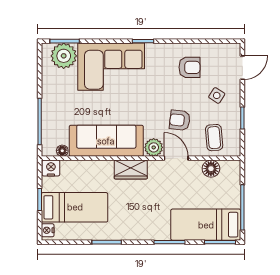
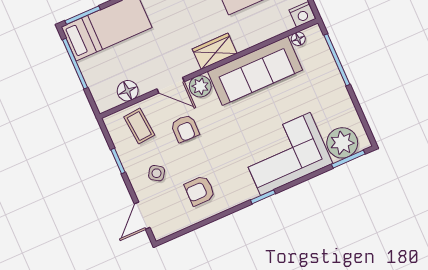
armchair: (180, 120) -> (185, 128), turned 84

